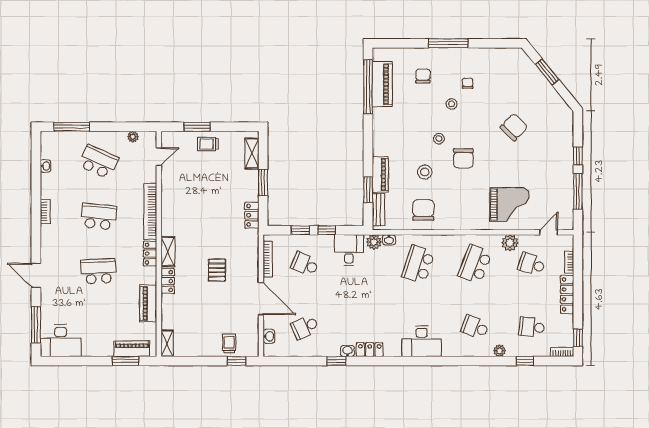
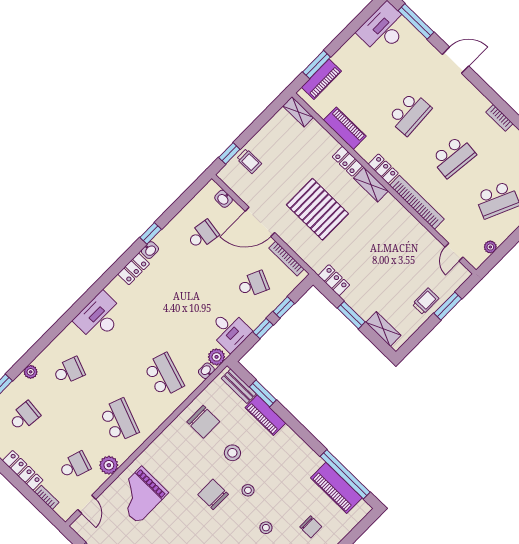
pallet: (217, 270) -> (317, 209), width x2.05, depth x2.00
school desk: (305, 327) -> (203, 235), turned 33

